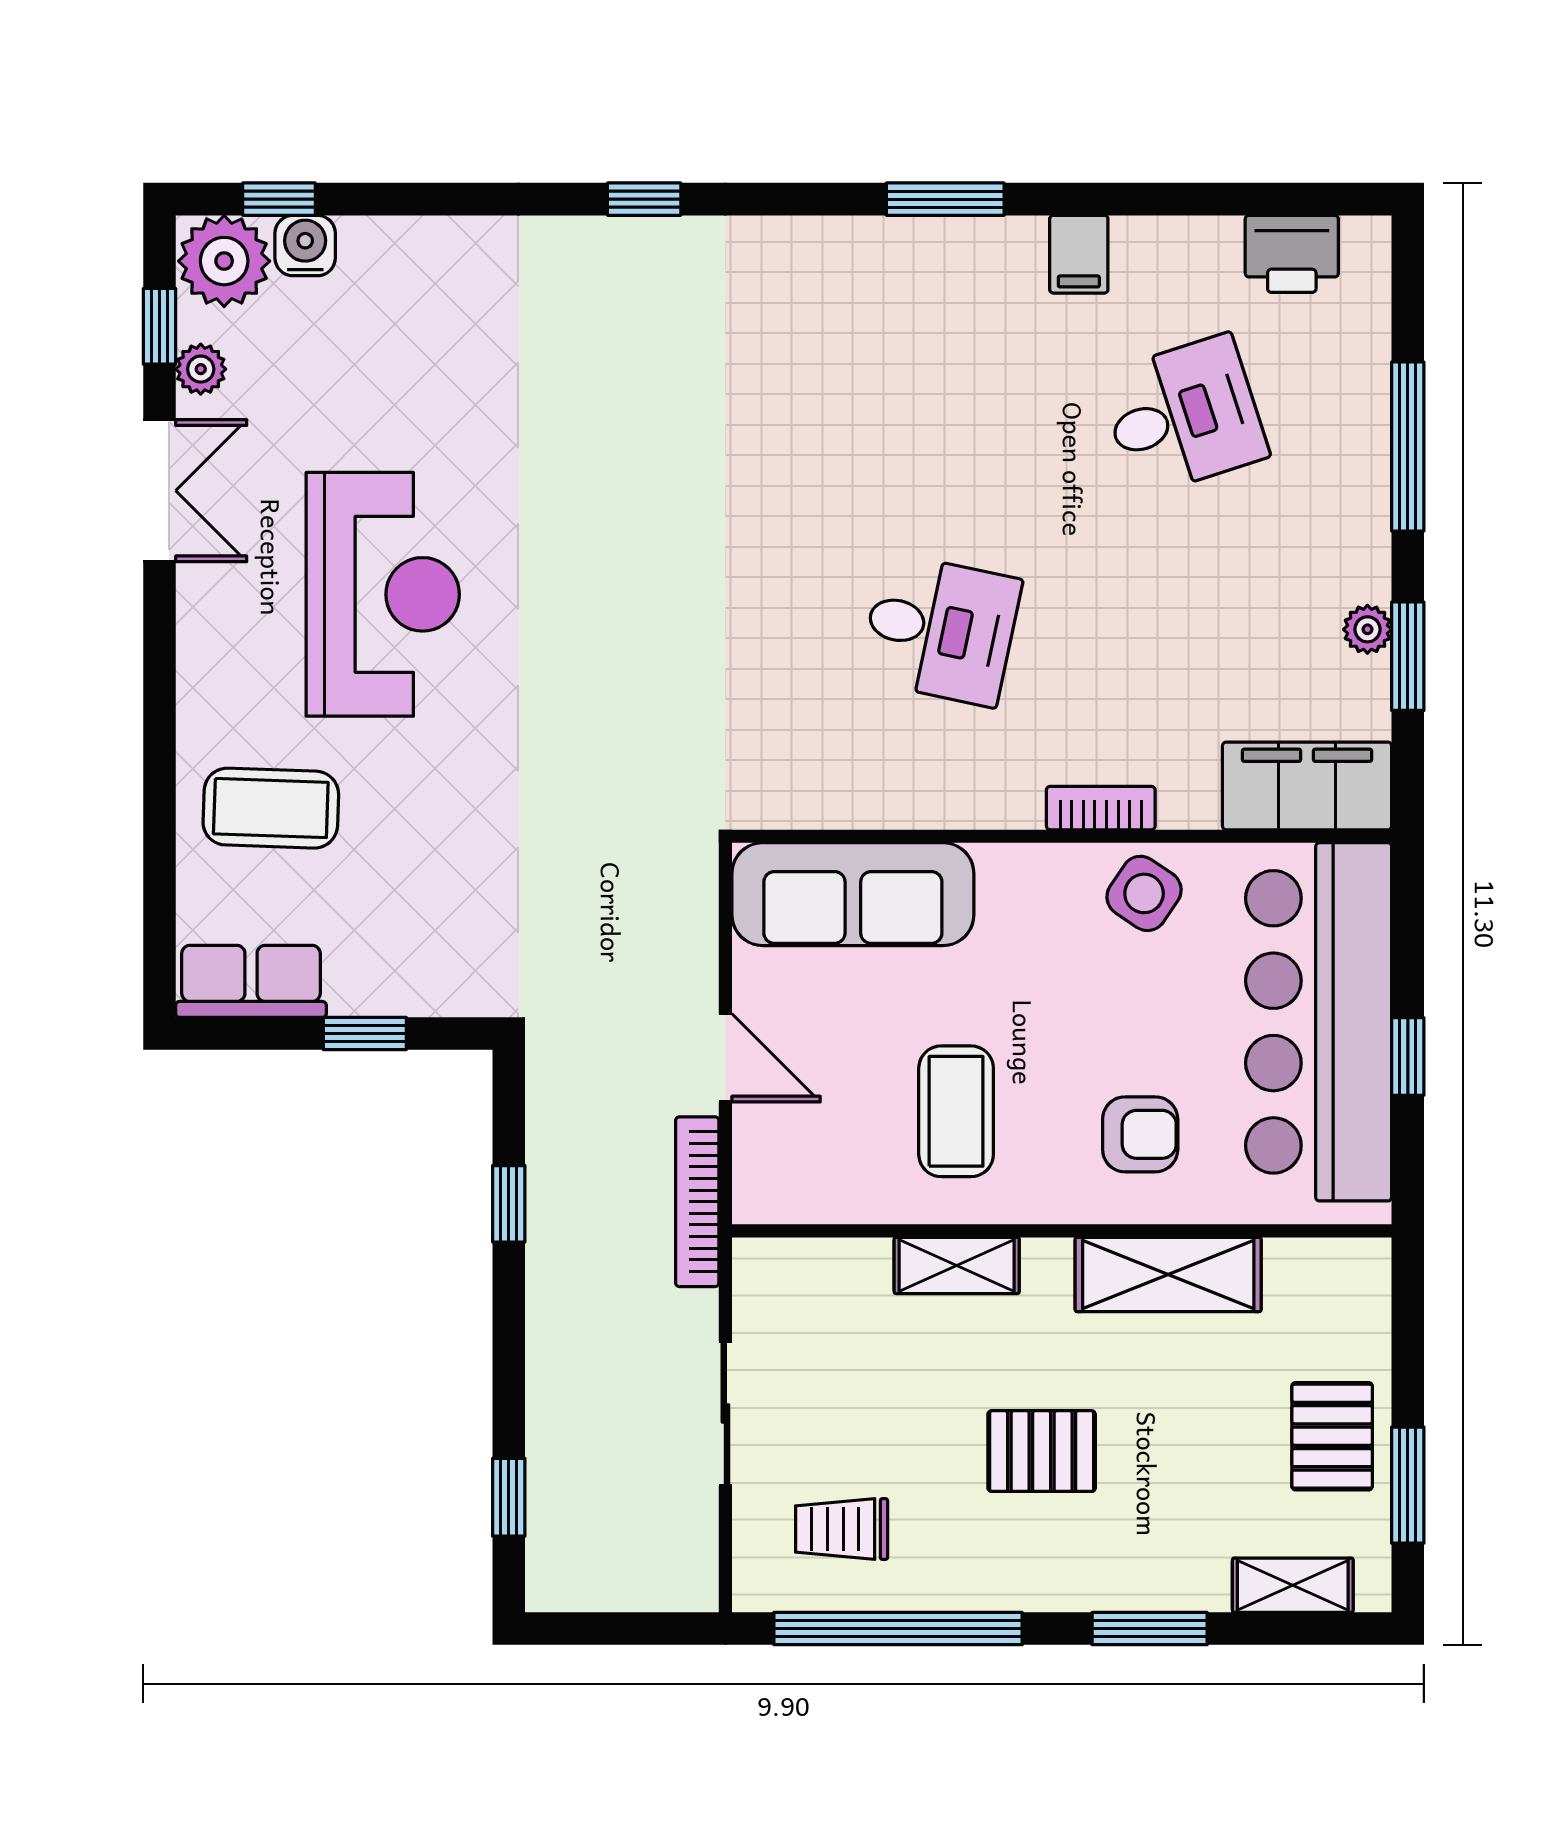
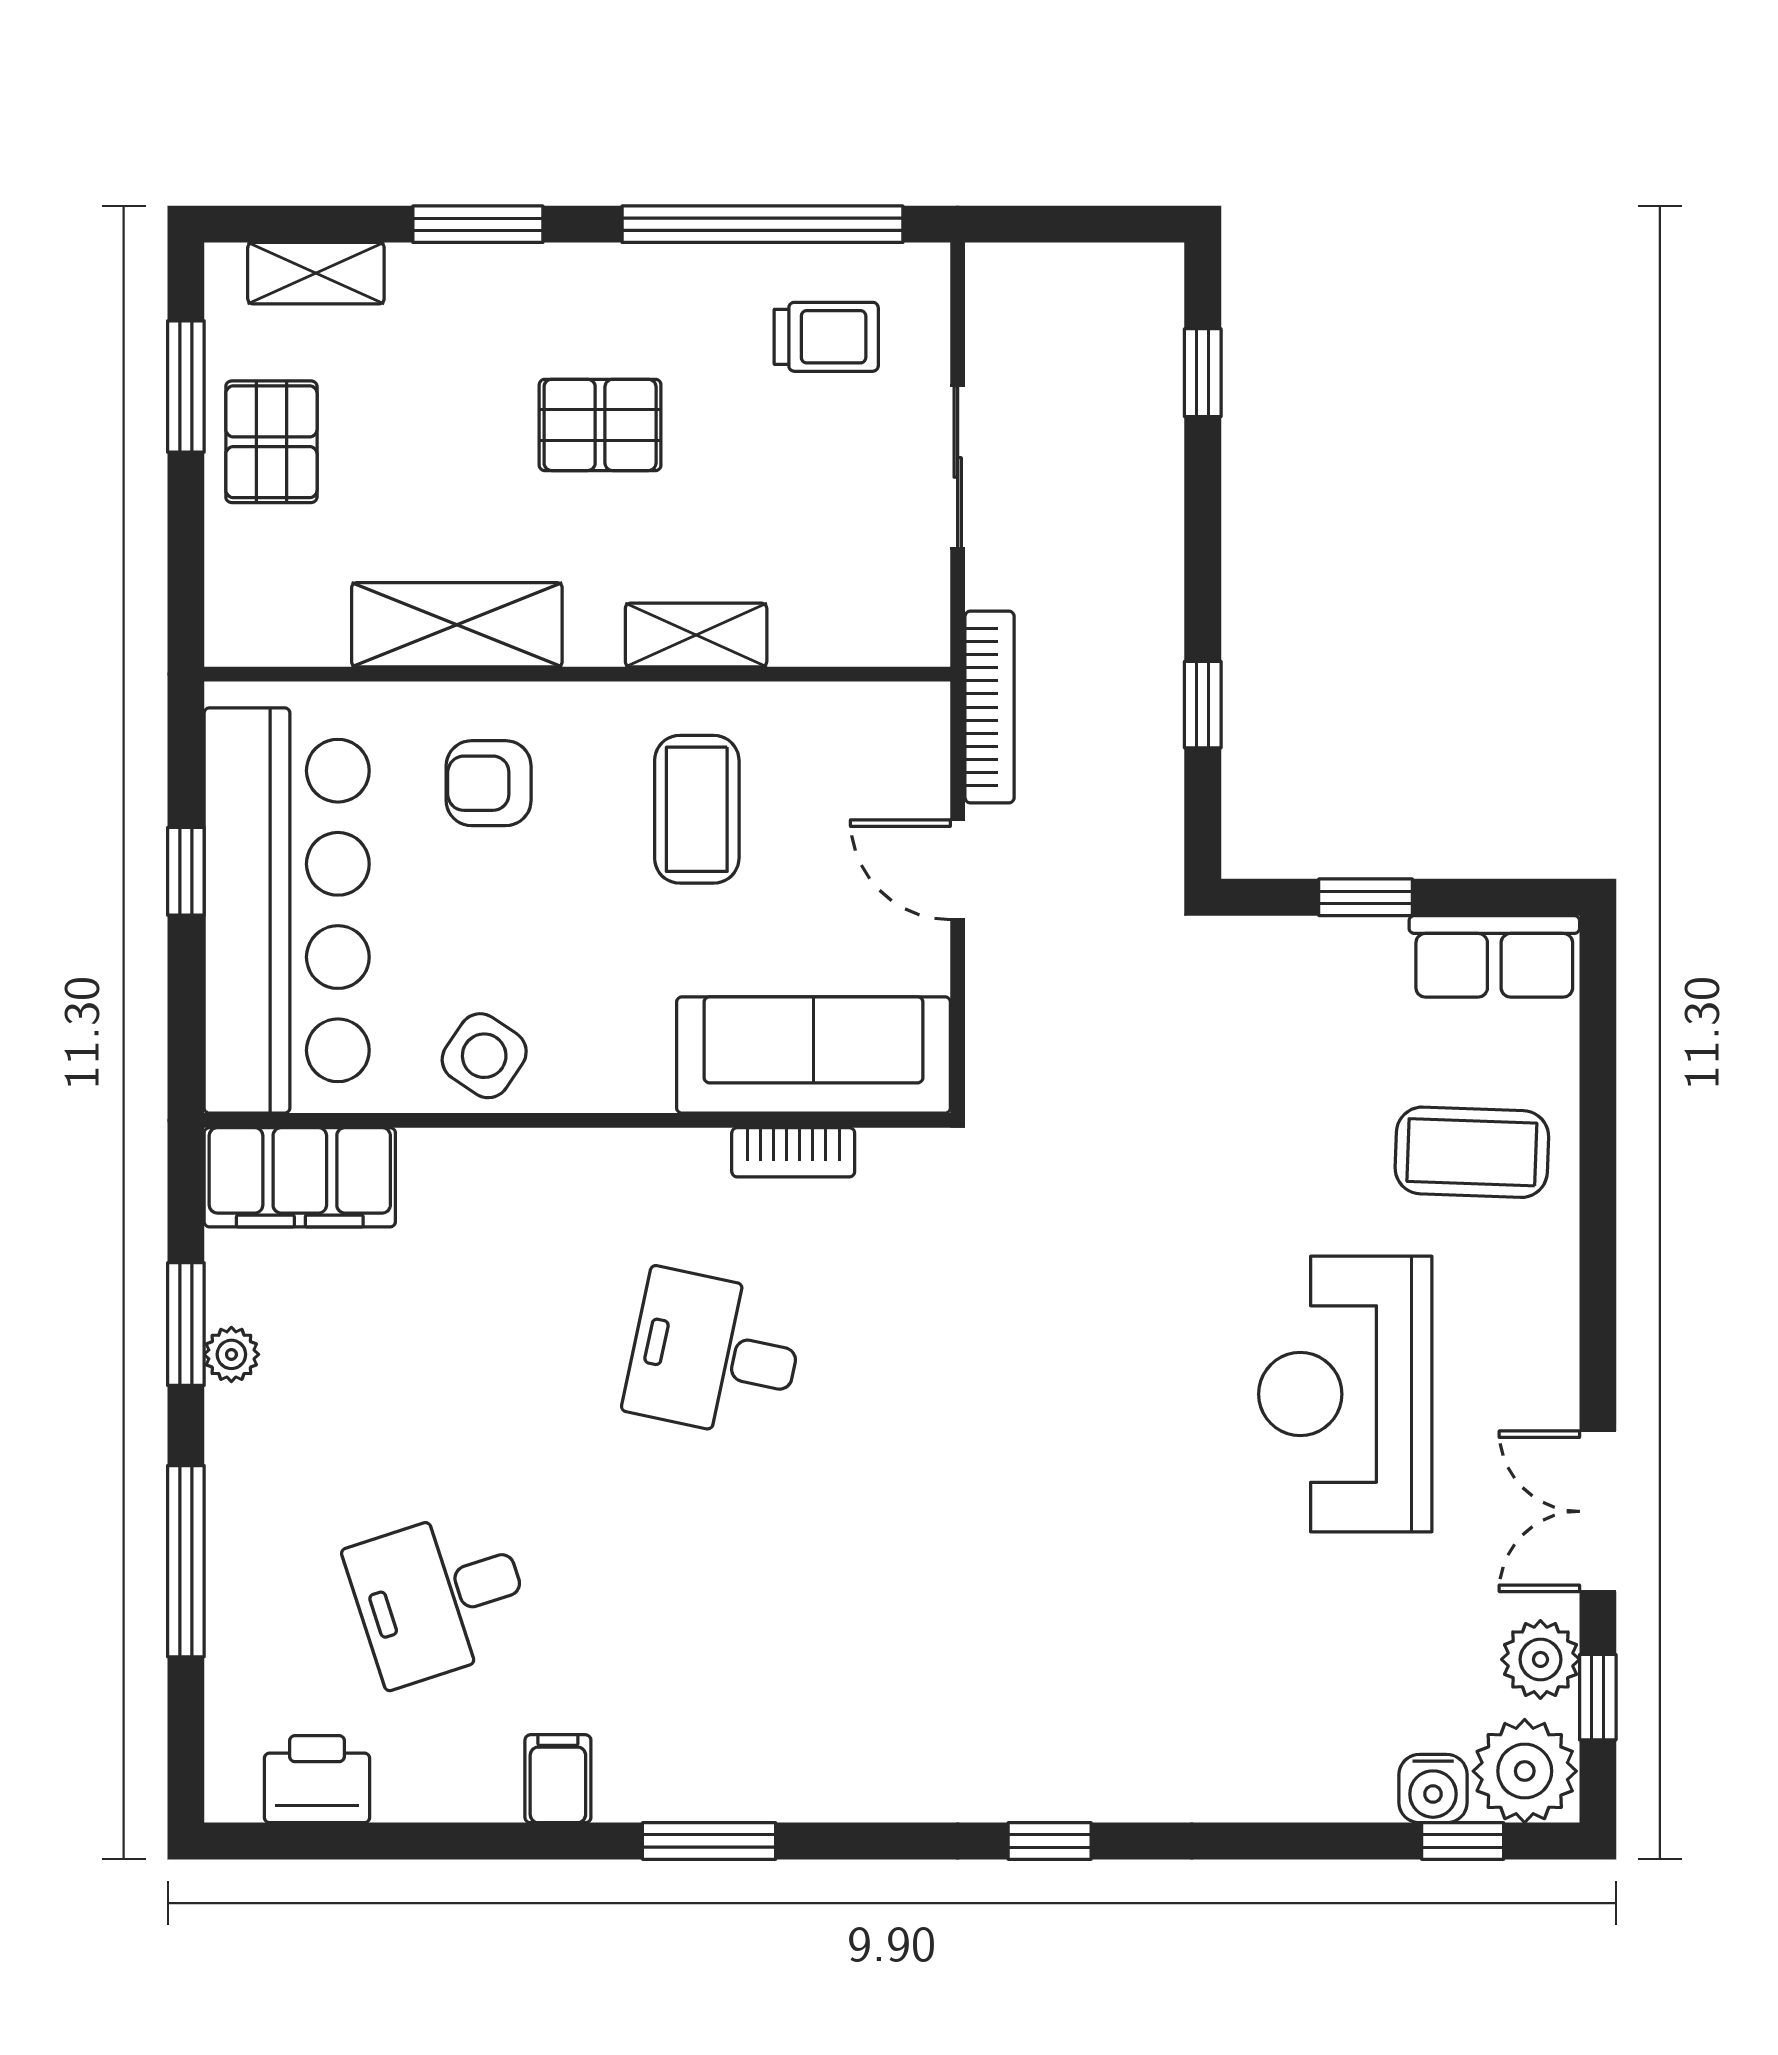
plant: (201, 369) -> (1540, 1659), width x1.38, depth x1.38
bookcase: (1101, 808) -> (793, 1152), moved

